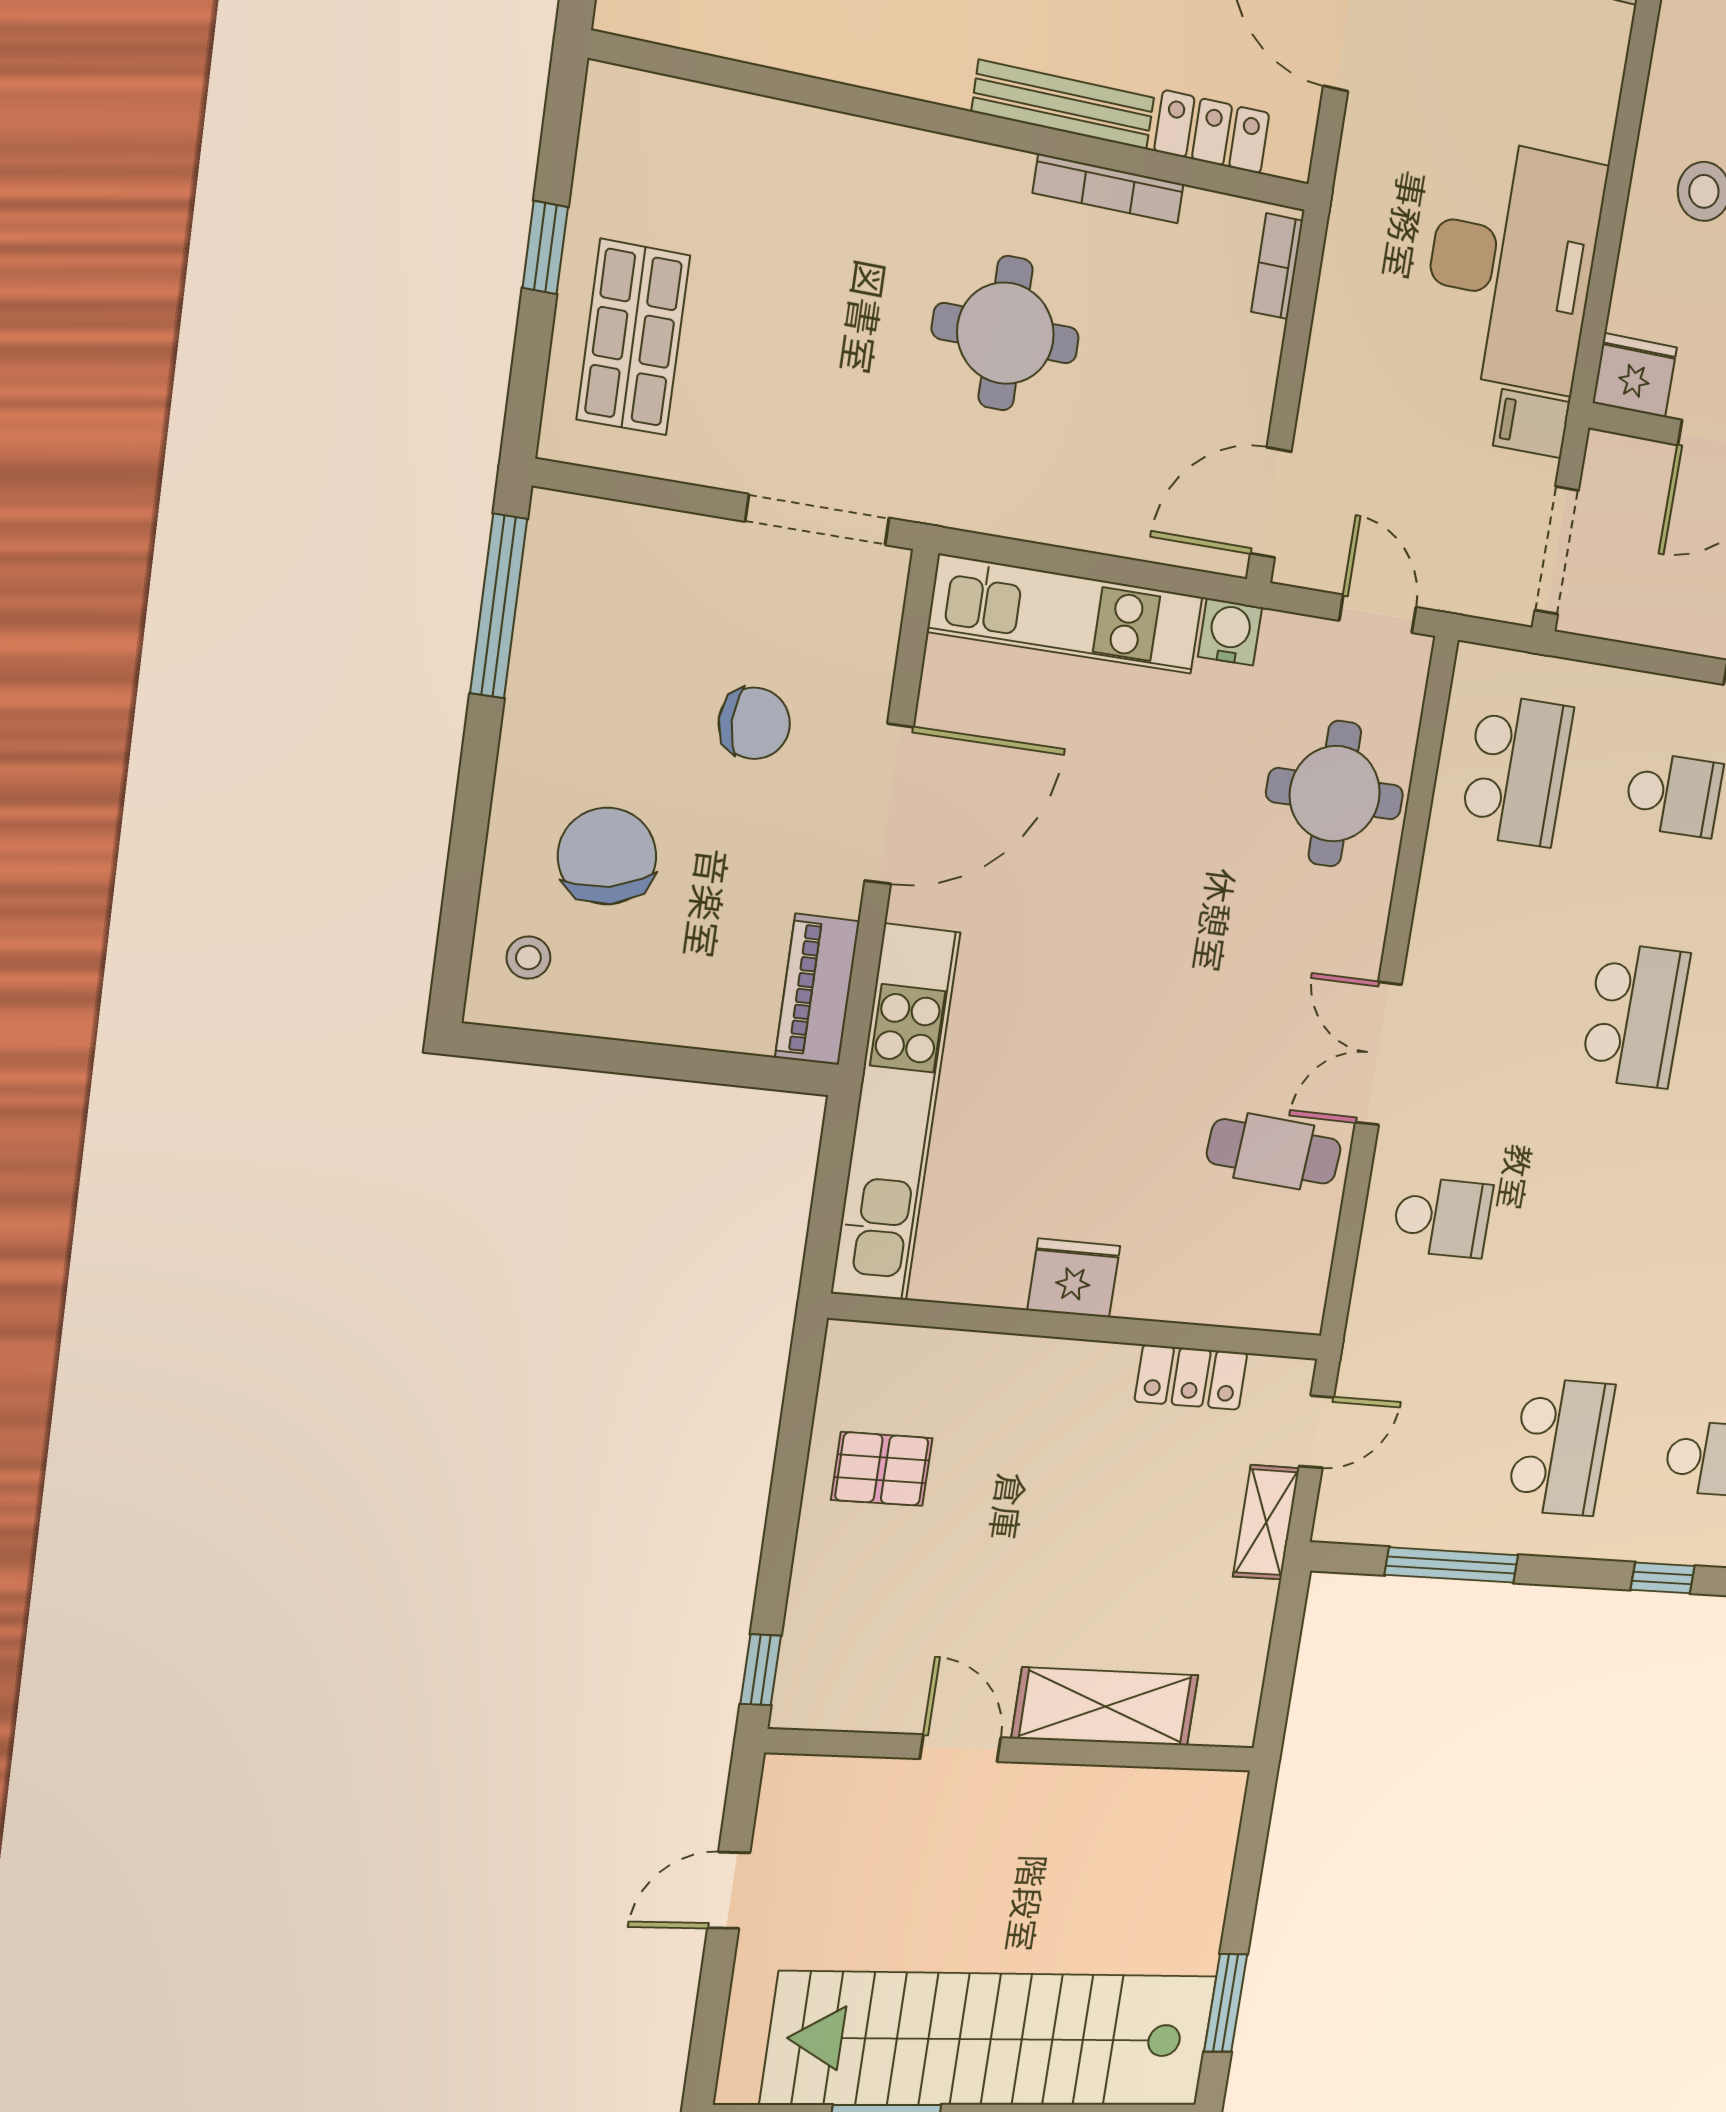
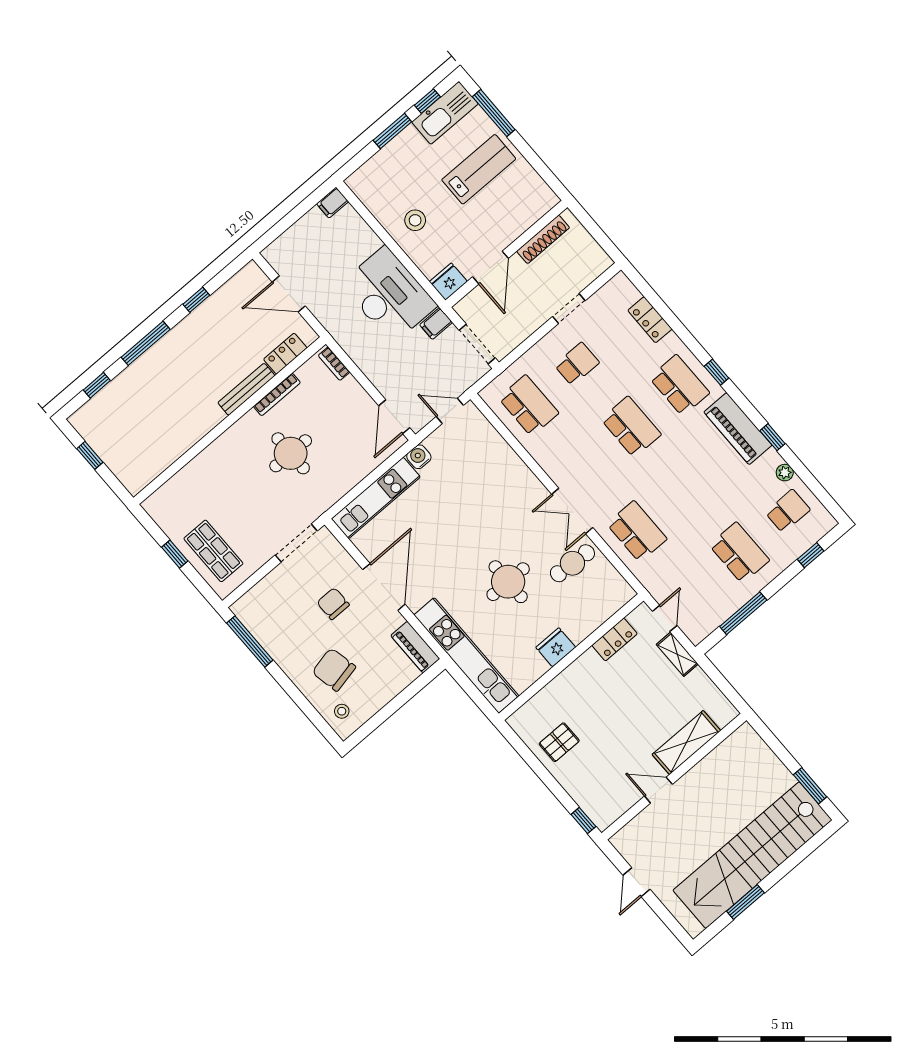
chair: (754, 723) -> (333, 604), turned -90
round table: (1335, 794) -> (508, 582), moved
school desk: (1442, 1217) -> (637, 531), width x1.85

